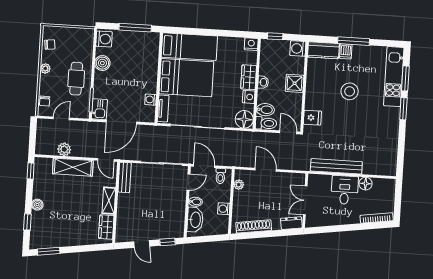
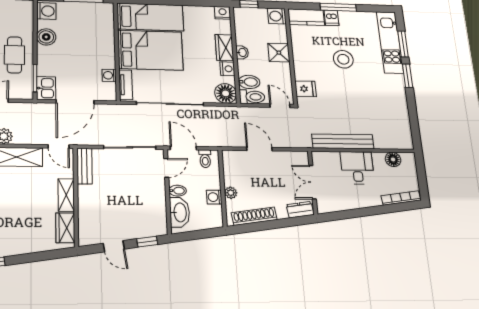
floor lamp: (366, 184) -> (393, 159), moved
plant: (239, 185) -> (231, 193), moved

